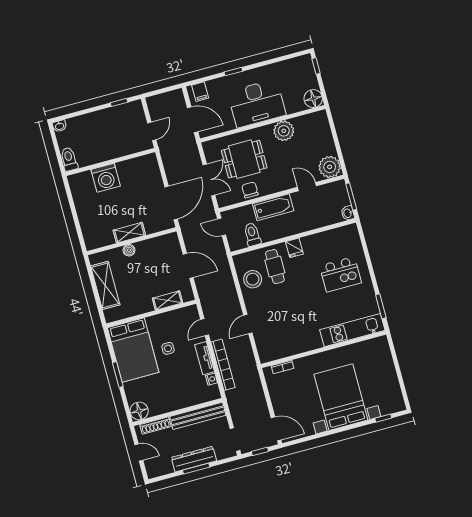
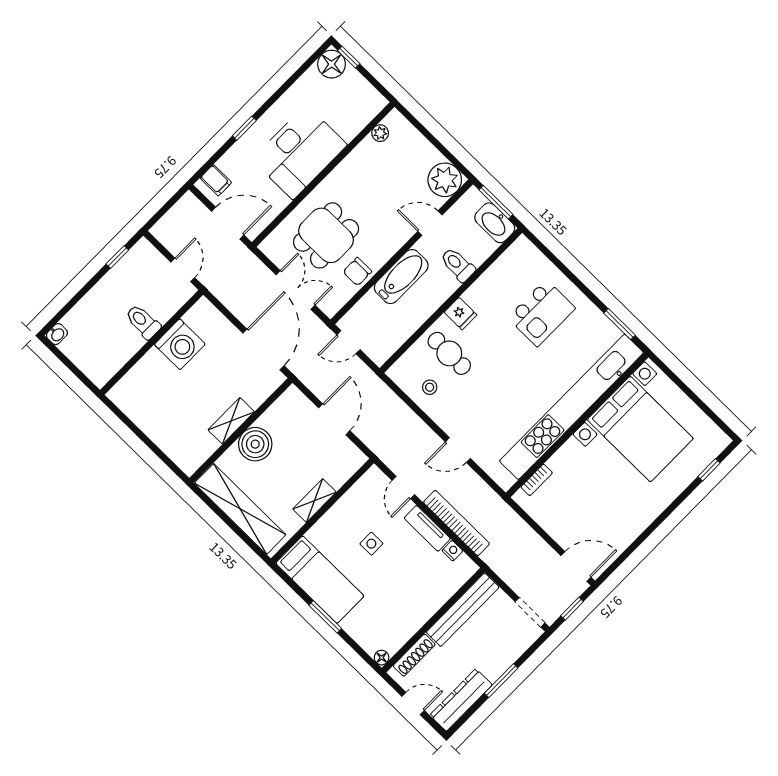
floor lamp: (313, 99) -> (332, 64), moved
plant: (284, 131) -> (380, 133), moved, width x0.53, depth x0.53
toilet: (69, 159) -> (143, 322), moved
washing machine: (106, 178) -> (180, 344), moved
chair: (250, 190) -> (357, 272), turned -90
washbasin: (348, 213) -> (495, 223), width x1.91, depth x1.45
toilet: (252, 234) -> (458, 265), moved
boiler: (129, 250) -> (255, 444), width x1.86, depth x1.86
door: (188, 266) -> (334, 419), hinge flipped
stool: (253, 279) -> (430, 387), width x0.53, depth x0.53
shelving: (105, 285) -> (240, 509), width x1.47
shelving: (167, 300) -> (314, 501), moved
door: (248, 324) -> (458, 450), hinge flipped
kitchen unit: (352, 330) -> (571, 407), width x1.86
bed: (133, 350) -> (320, 580), width x0.67
bed with nightstands: (341, 397) -> (640, 429), moved, turned 180
floor lamp: (139, 411) -> (382, 658), width x0.53, depth x0.53
dresser: (194, 459) -> (461, 700), moved

